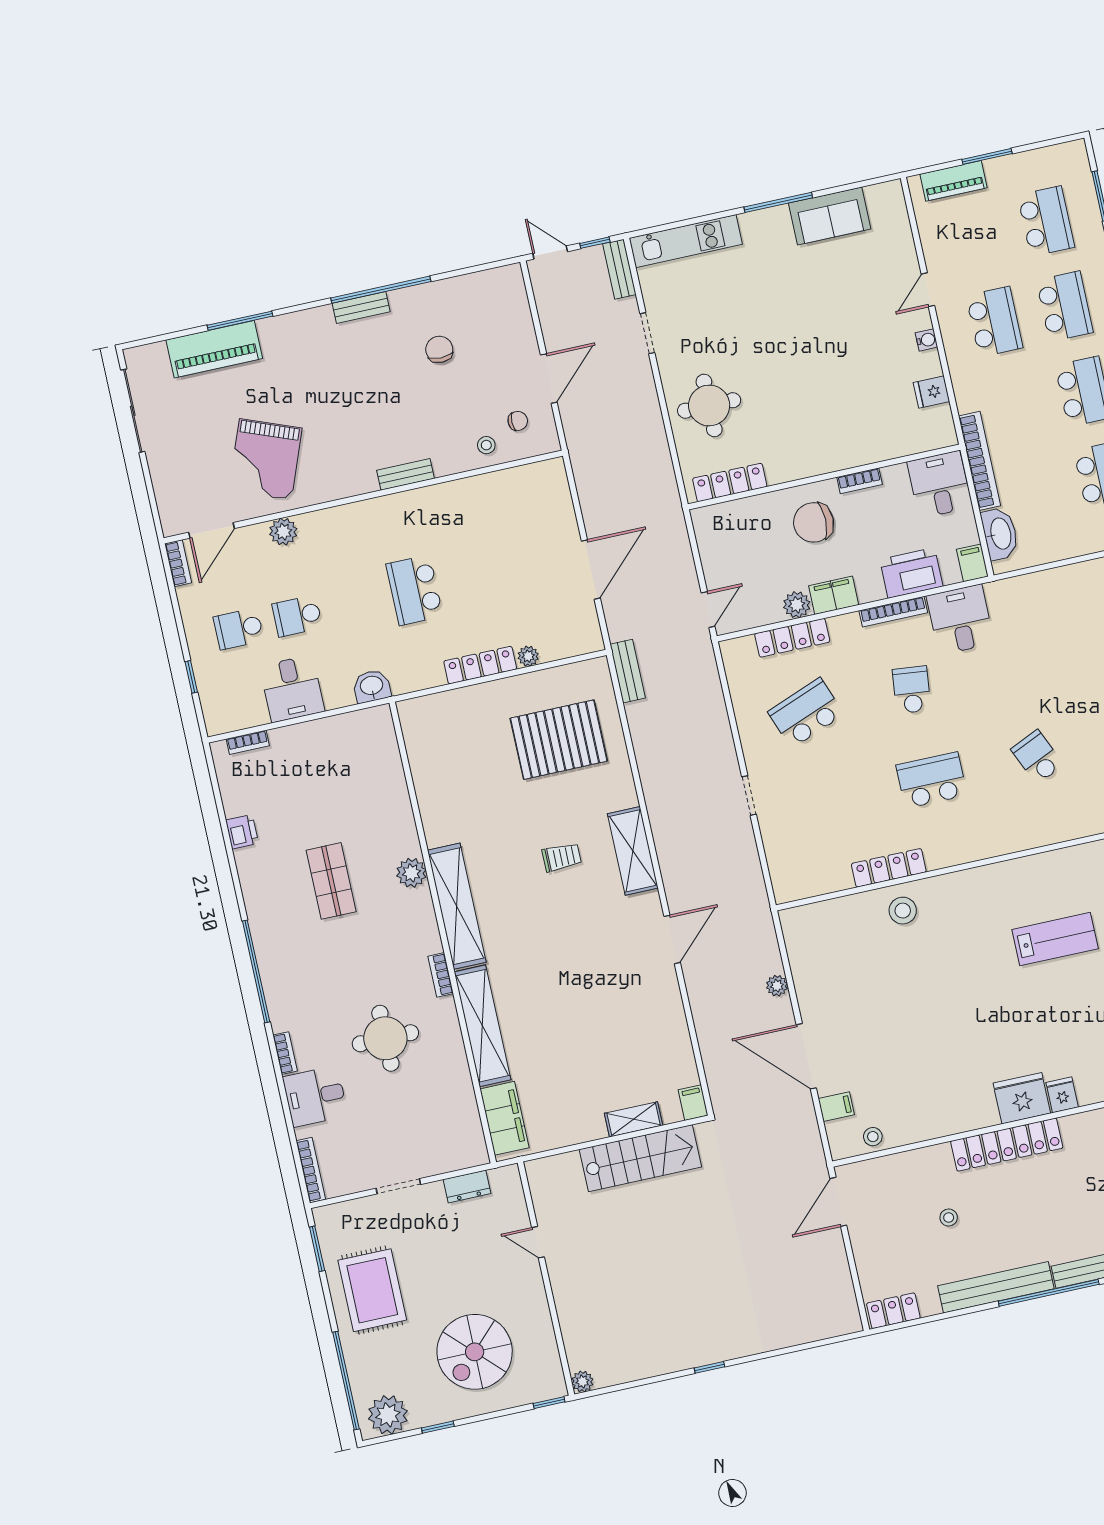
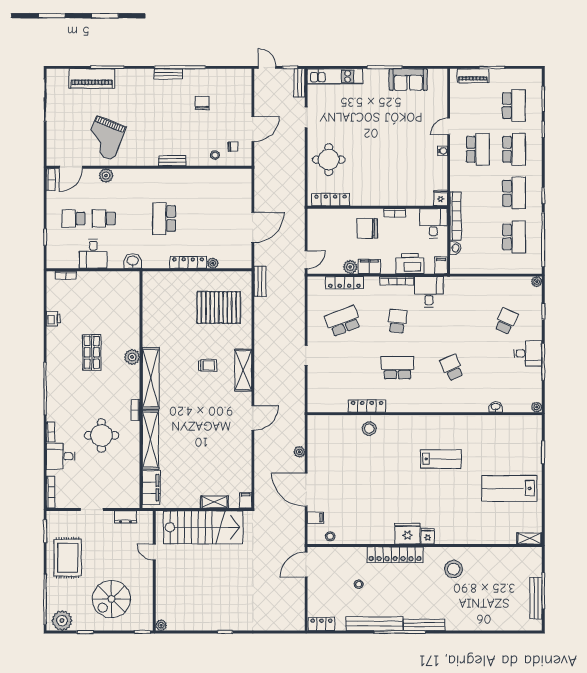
fridge: (932, 392) -> (441, 198), moved, turned 90
washbasin: (1000, 534) -> (455, 248), width x0.52, depth x0.69
stairs: (640, 1158) -> (203, 527), width x1.36, depth x1.51

